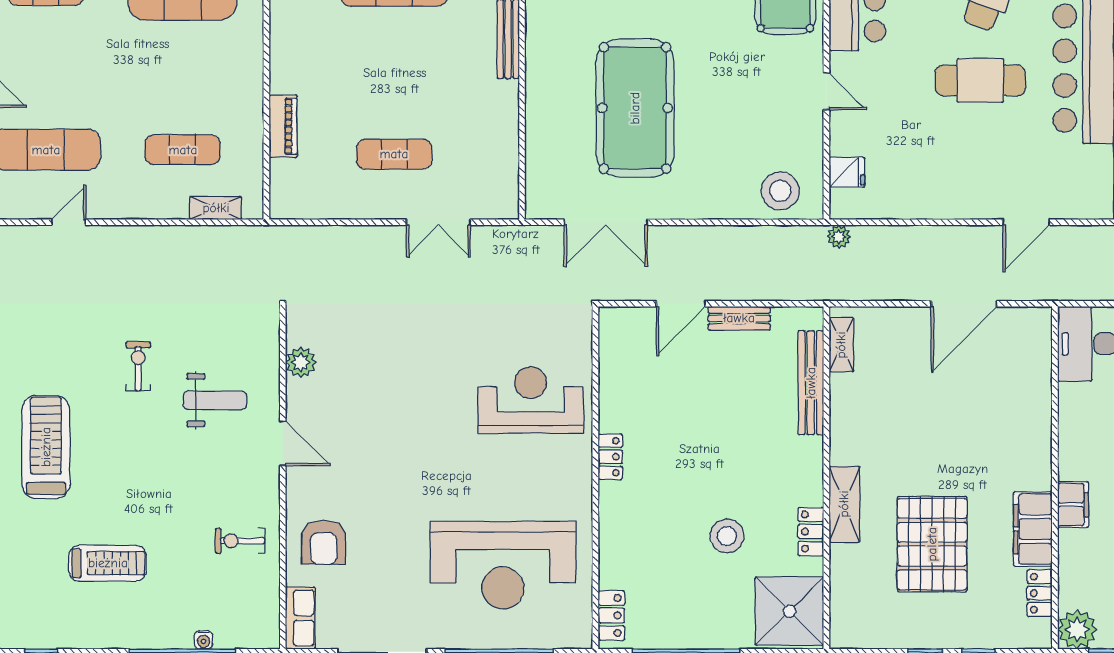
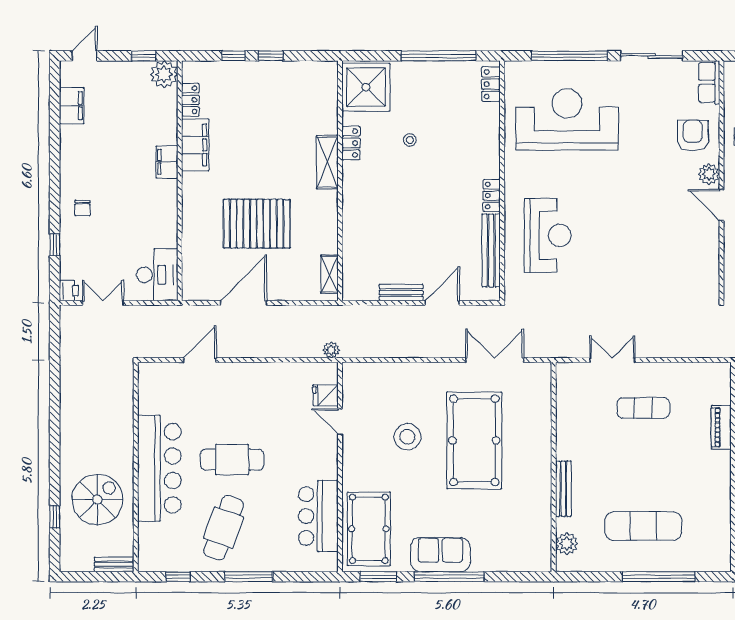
door: (826, 91) -> (340, 422), moved
stool: (780, 191) -> (407, 437), moved
plant: (301, 362) -> (709, 174), moved
bench: (811, 383) -> (491, 250), moved
reception desk: (531, 400) -> (548, 235), turned -90
stool: (727, 536) -> (410, 140), width x0.53, depth x0.53
pallet: (932, 544) -> (257, 224), moved, turned 90

